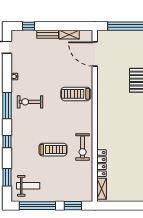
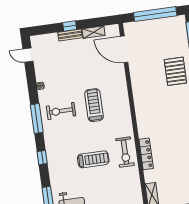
window: (28, 26) -> (70, 26), moved
treadmill: (76, 94) -> (94, 105), moved, turned 90
locker: (101, 163) -> (146, 154), moved

